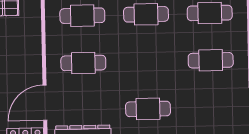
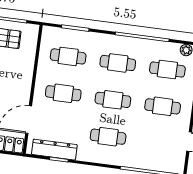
cafe table: (147, 62) -> (113, 100), added

